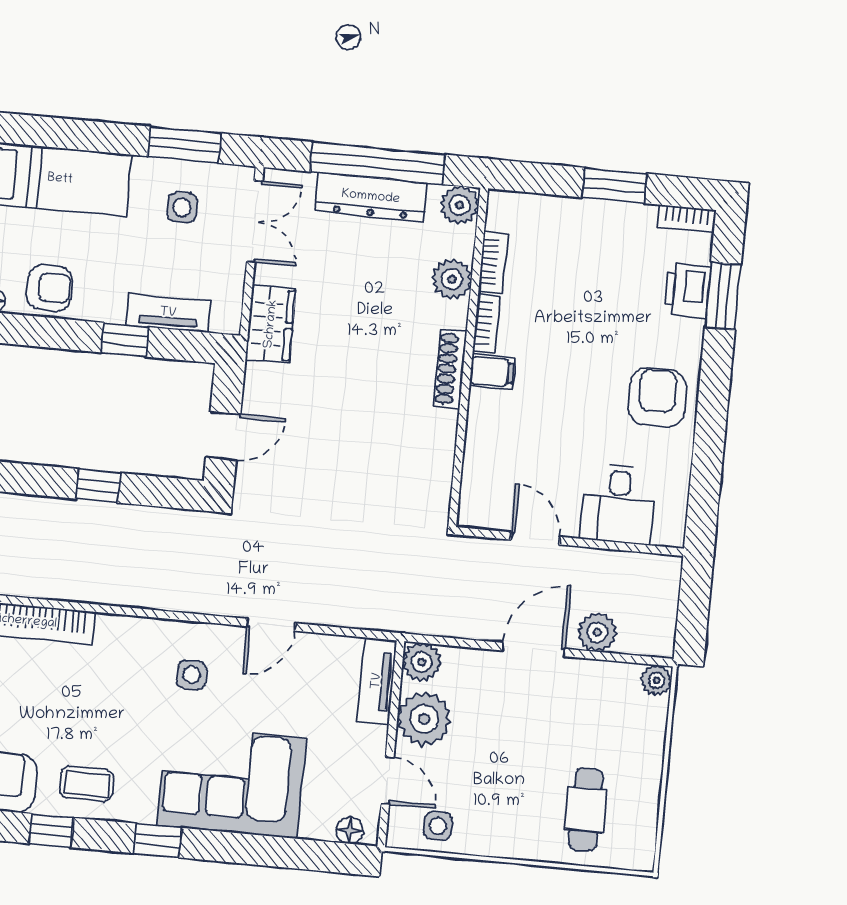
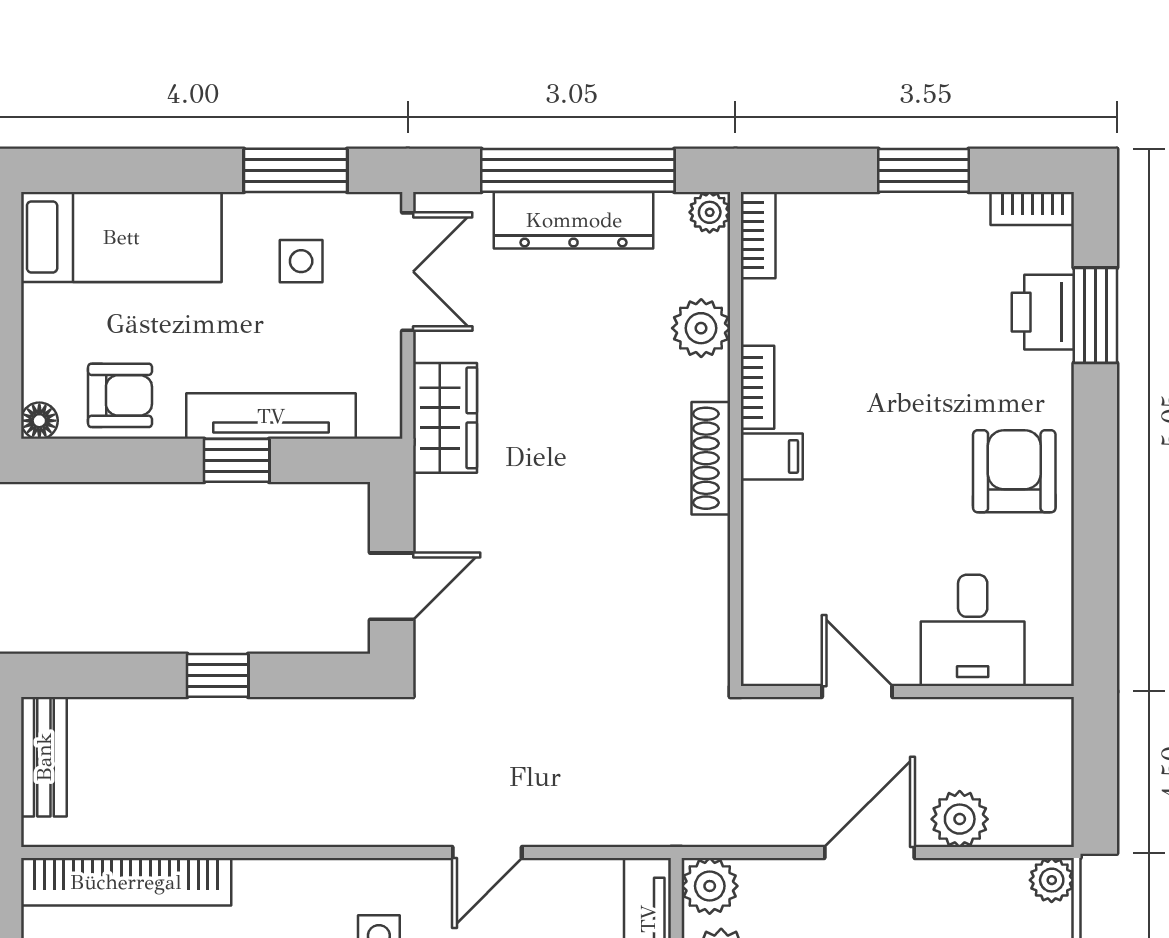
plant: (460, 205) -> (710, 212), width x0.73, depth x0.73
bookcase: (493, 262) -> (758, 235), moved
tv unit: (168, 313) -> (271, 416), width x1.41

